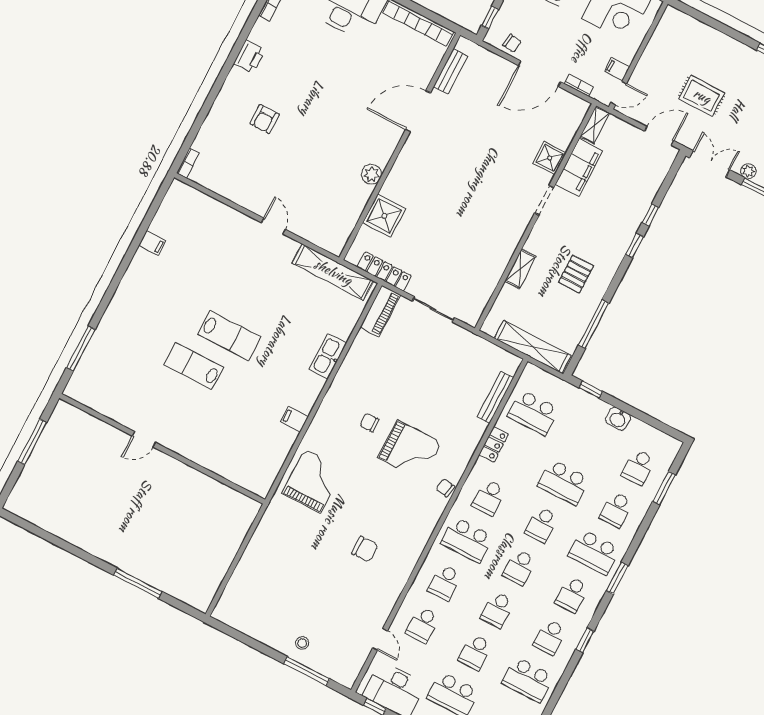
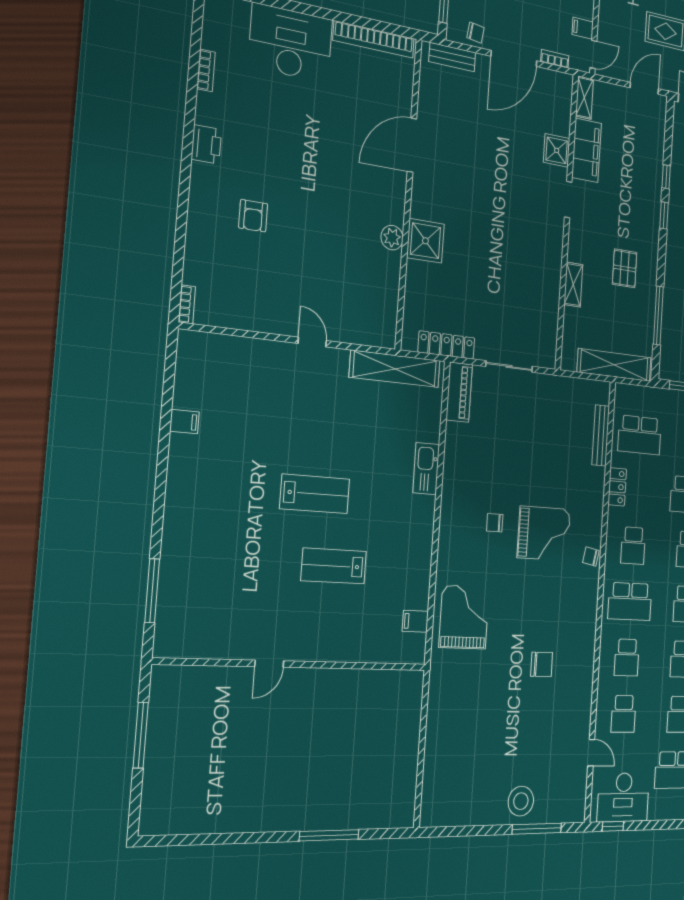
bench: (451, 71) -> (452, 57), moved, turned 90
shower: (384, 216) -> (425, 241), moved
lab bench: (193, 366) -> (334, 566), moved
filing cabinet: (294, 419) -> (415, 621), moved
stool: (302, 643) -> (521, 801), width x1.89, depth x1.89

